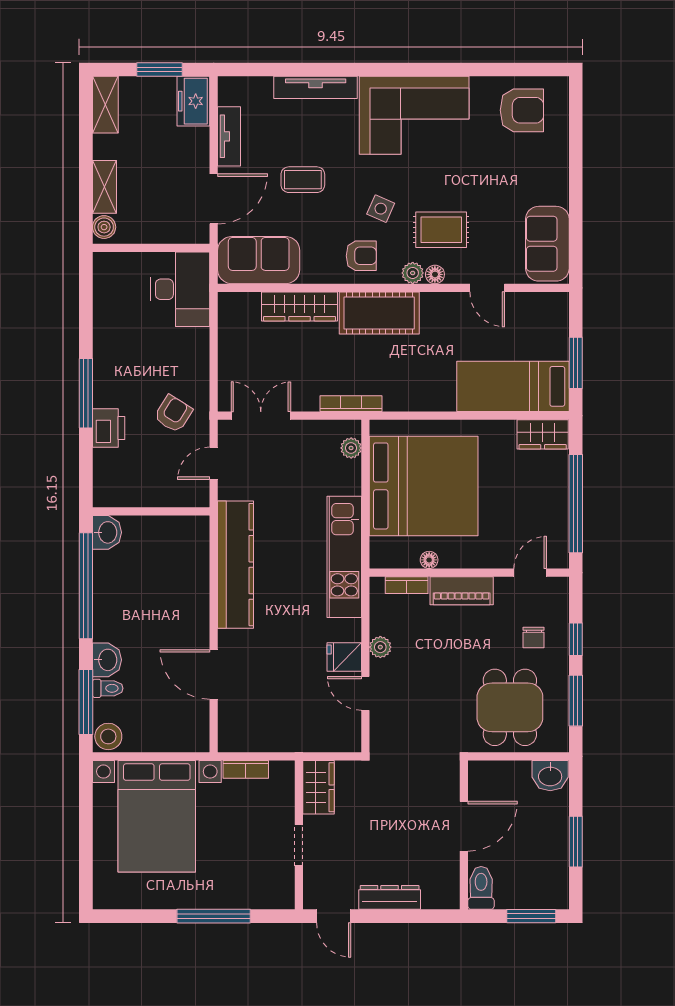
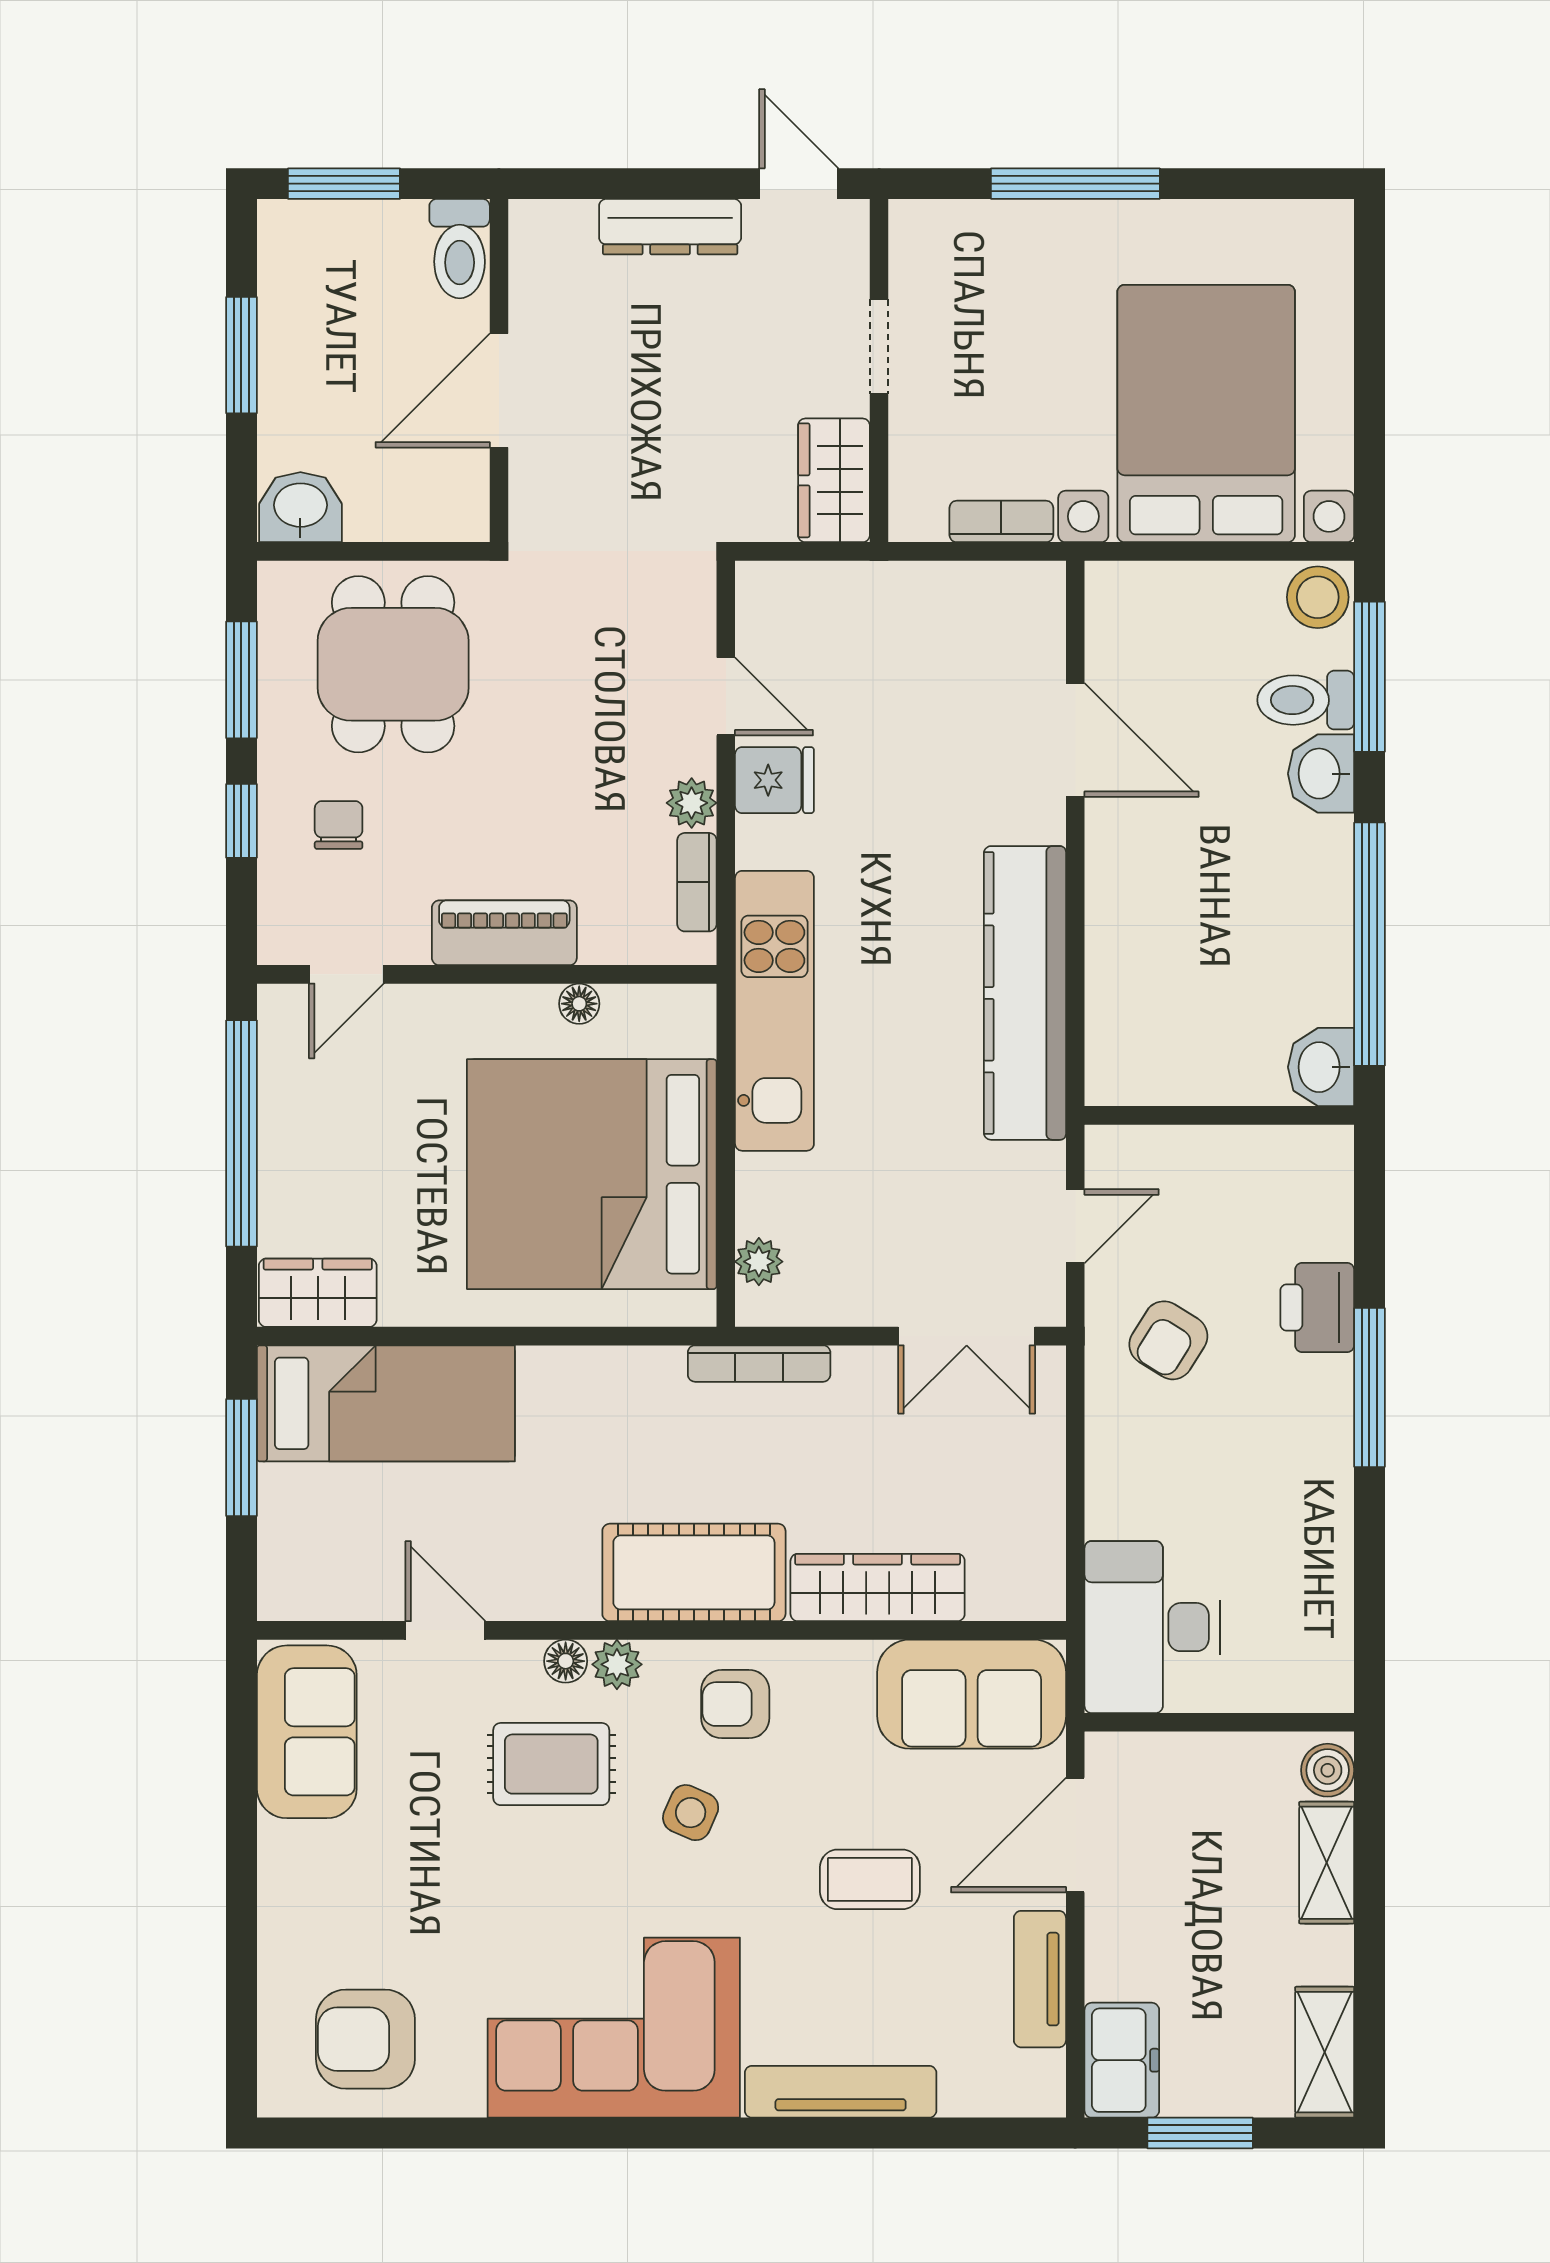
bookcase: (407, 585) -> (697, 882), moved, turned -90
toilet: (108, 688) -> (1306, 700), width x1.37, depth x1.39

